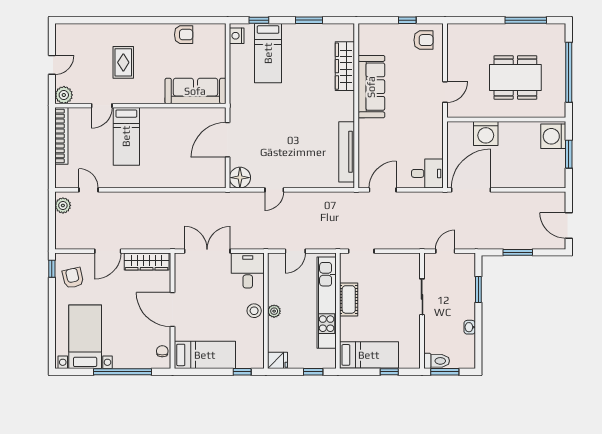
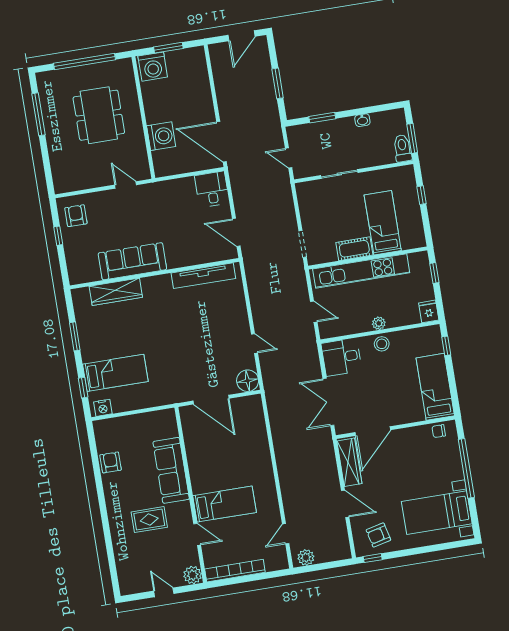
sofa: (195, 91) -> (171, 470), moved
door: (173, 310) -> (373, 431), moved
bed: (369, 355) -> (383, 223), moved

